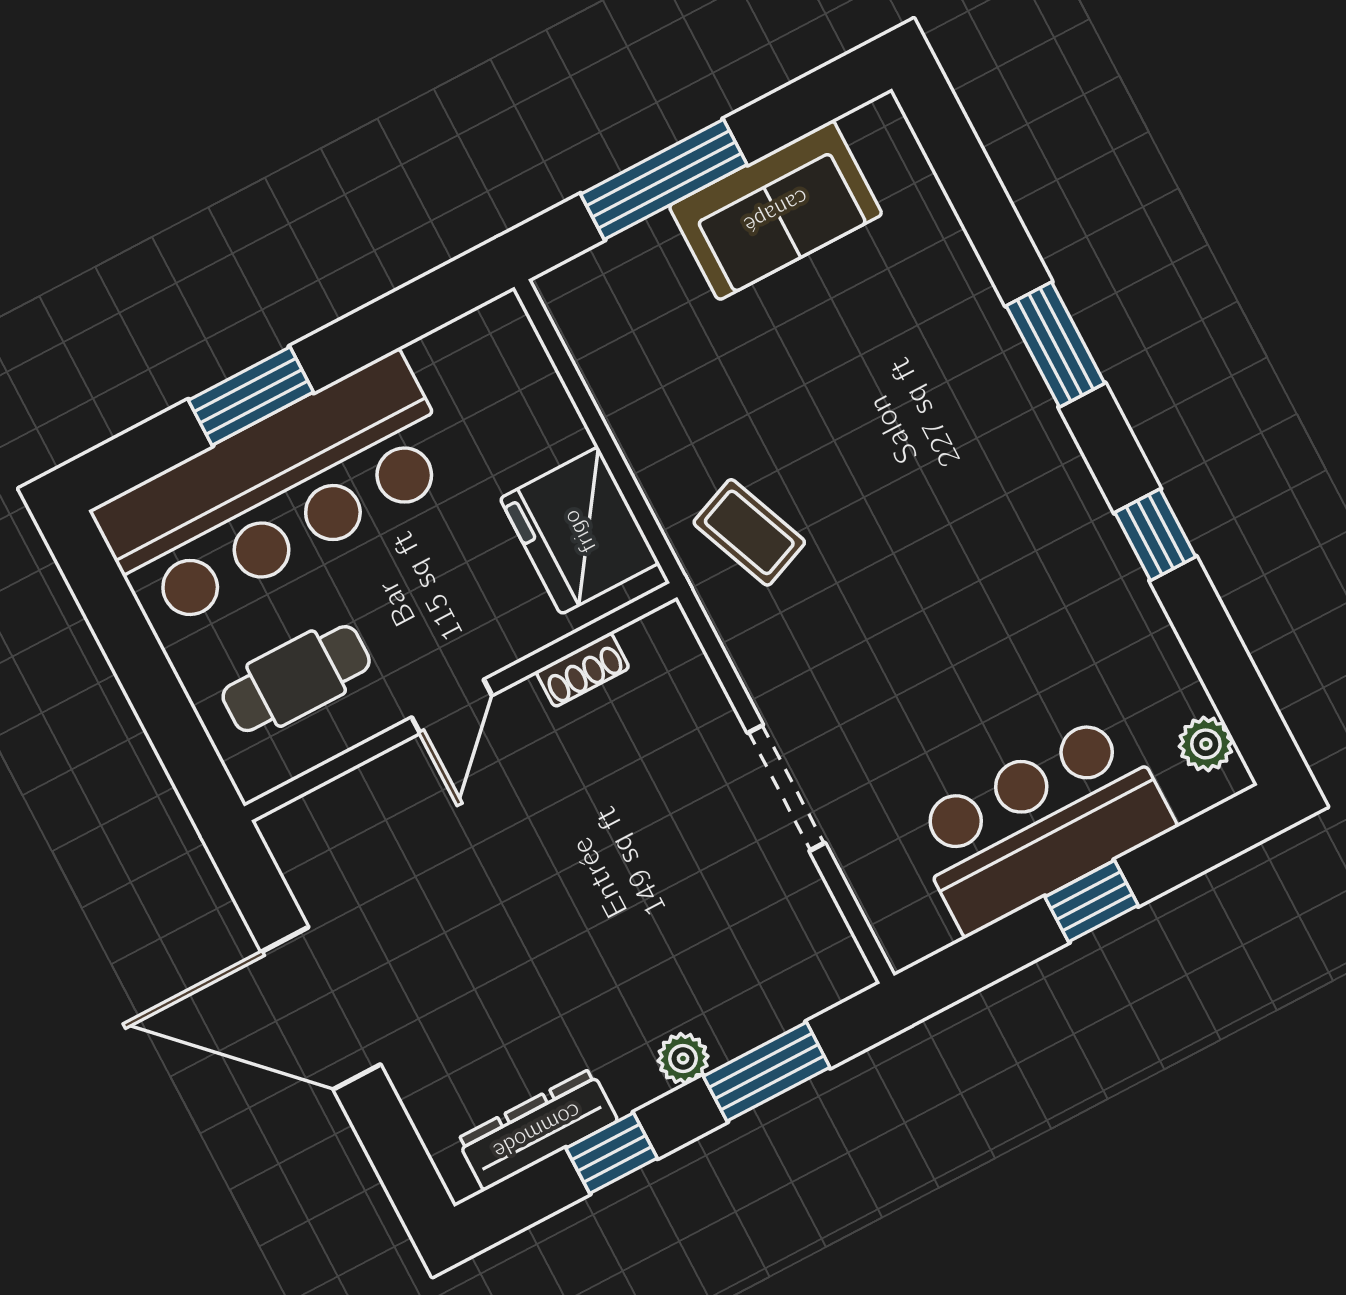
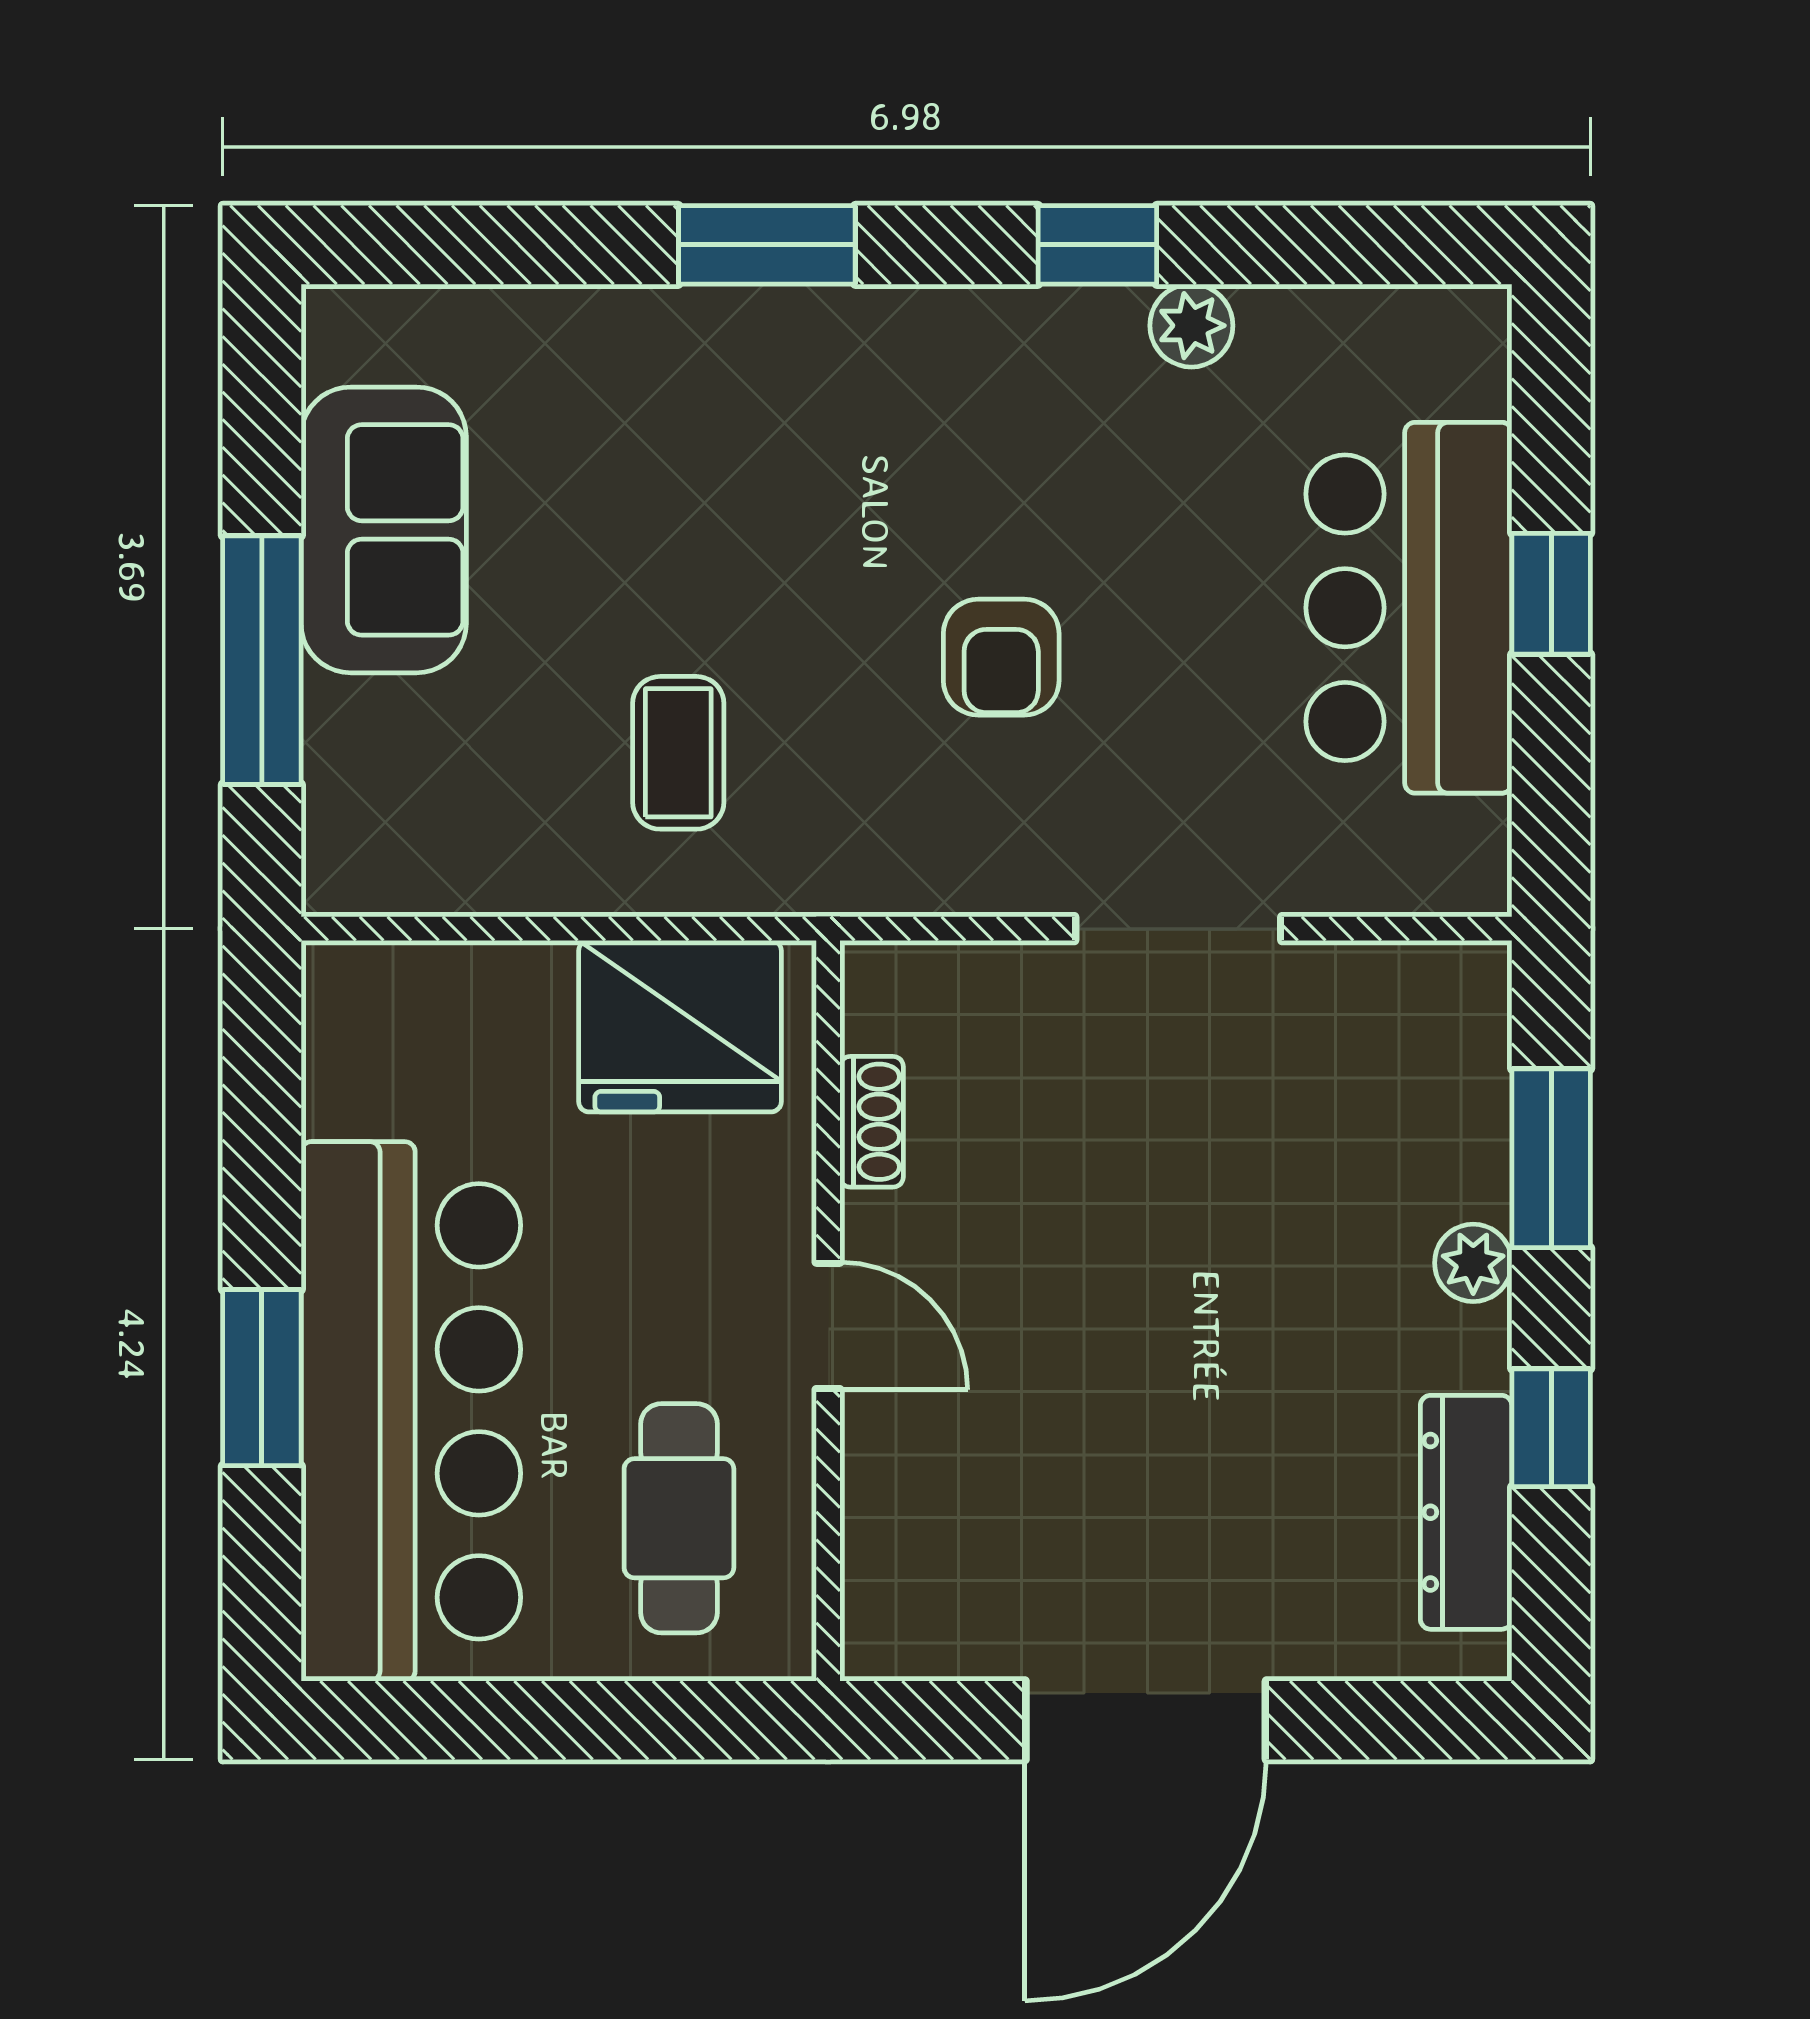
coffee table: (749, 532) -> (678, 753), moved, turned -68
armchair: (889, 604) -> (1001, 657), added
plant: (1206, 744) -> (1191, 326), moved

